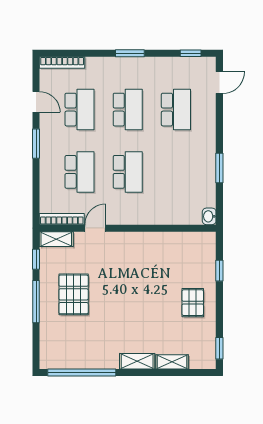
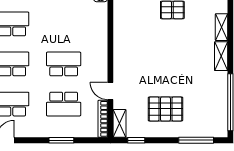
window: (36, 144) -> (61, 140), moved
school desk: (80, 172) -> (64, 104), turned 180
window: (36, 302) -> (196, 140), moved

